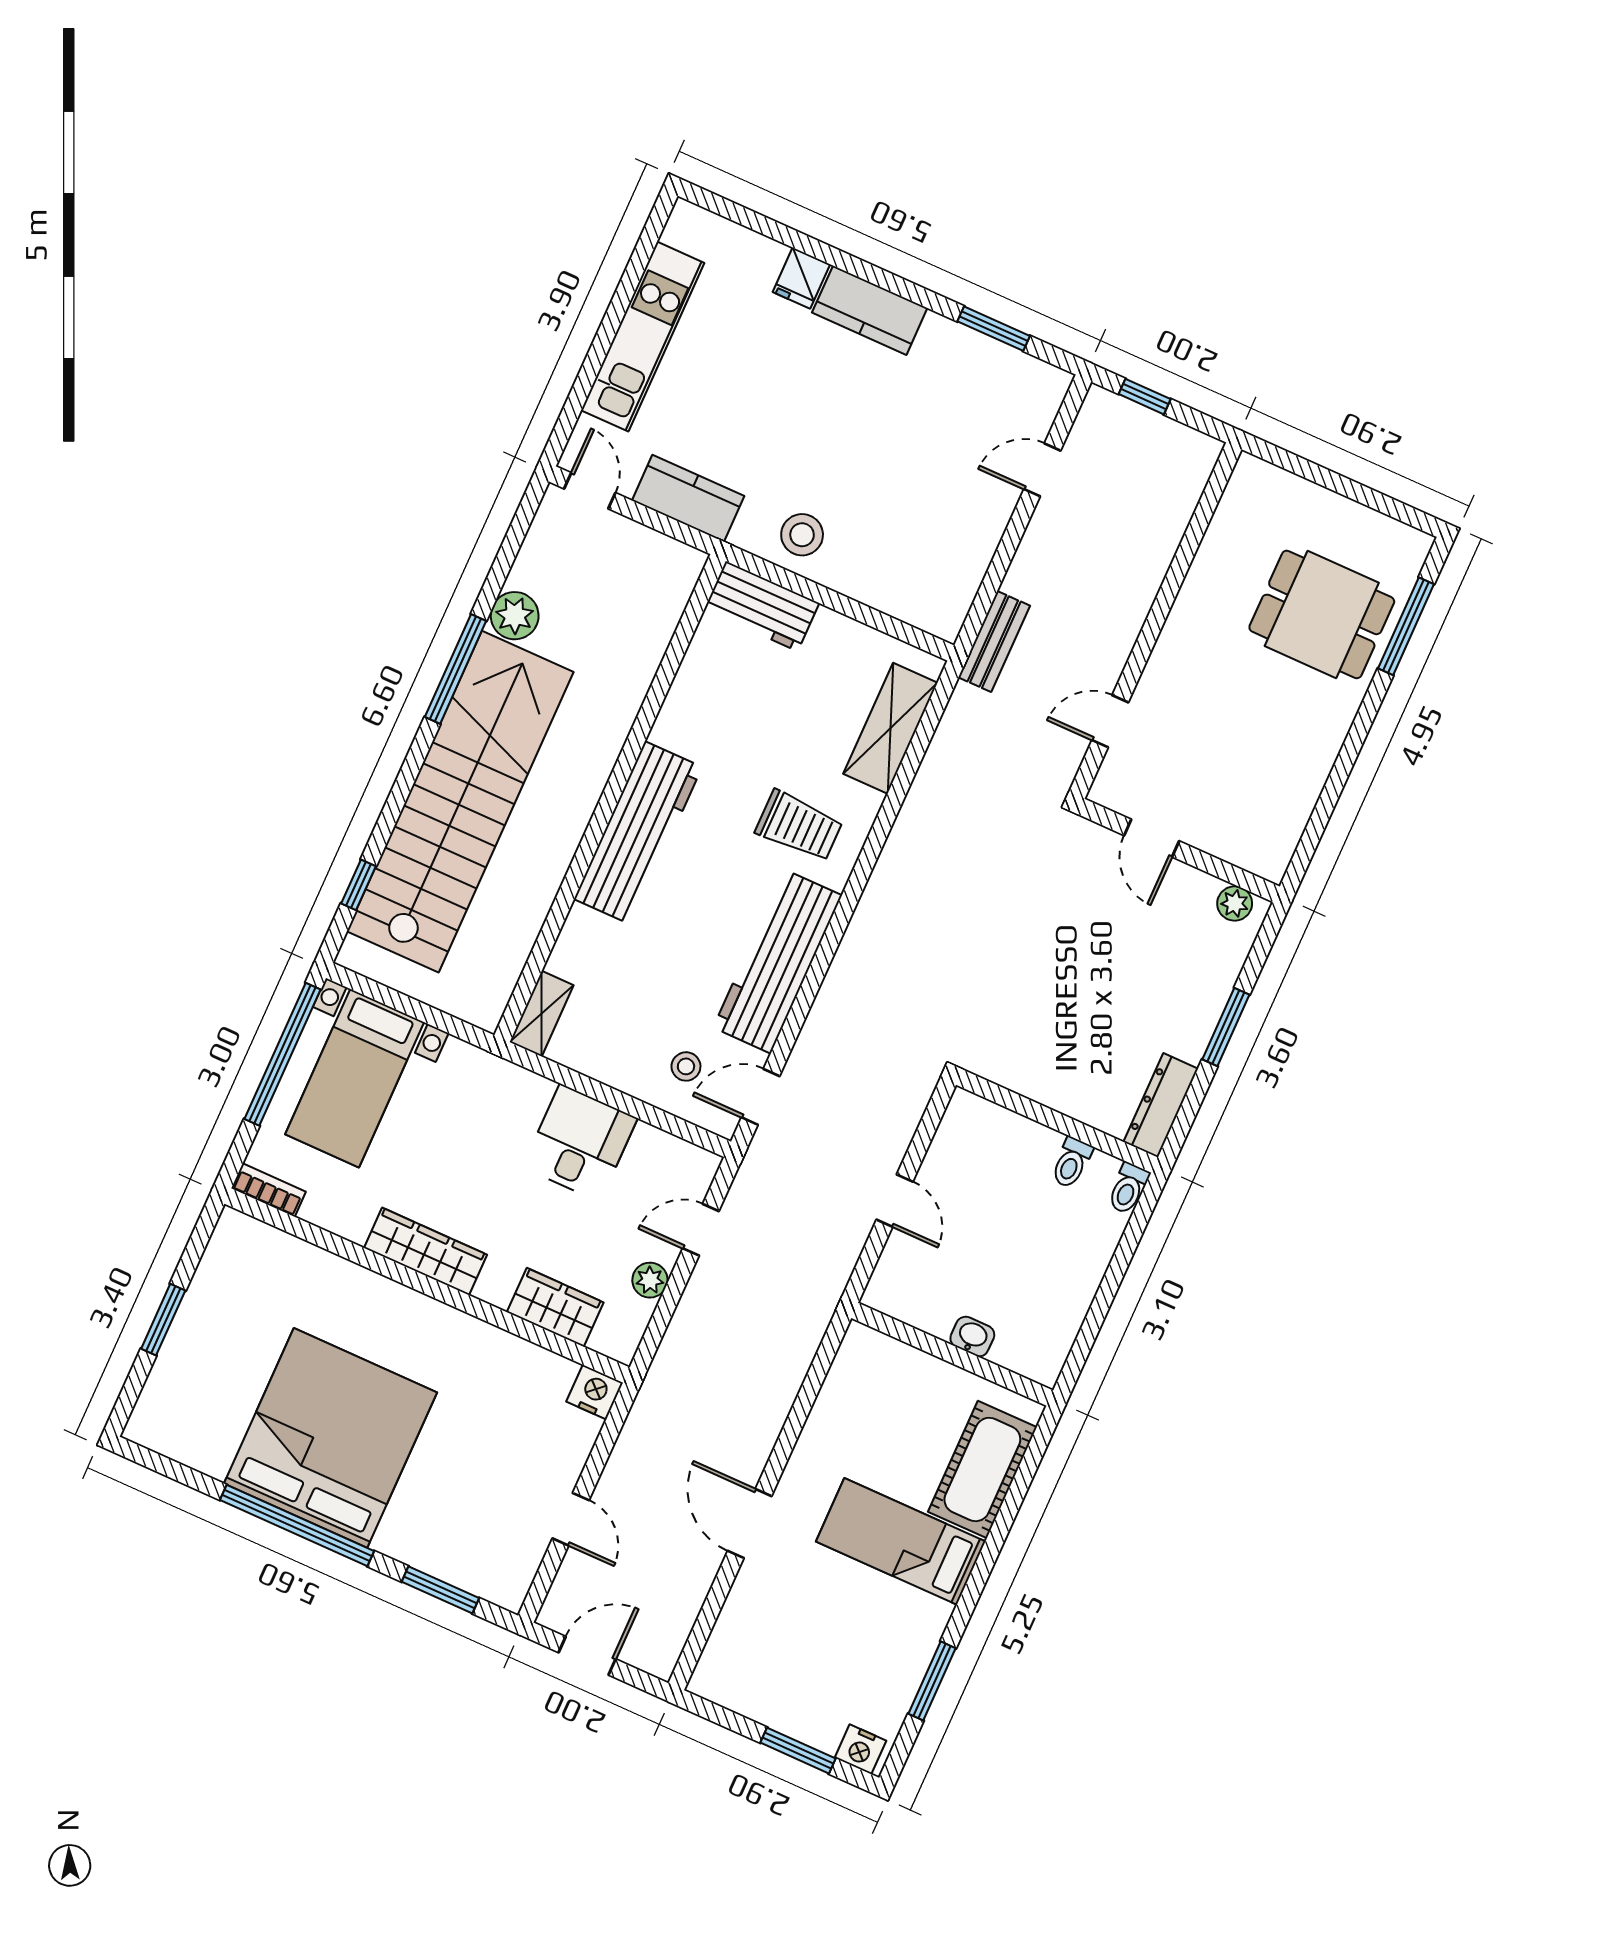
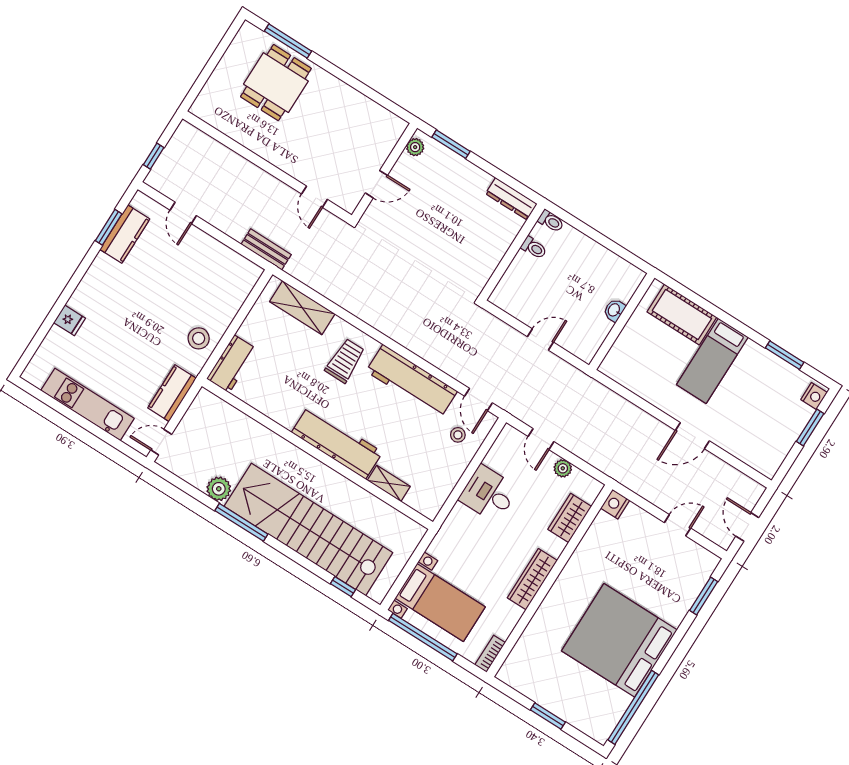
kitchen counter: (870, 310) -> (125, 234), moved
shelving: (542, 1014) -> (389, 483), moved
window: (1226, 1027) -> (451, 144), moved
window: (297, 1525) -> (633, 707), moved

